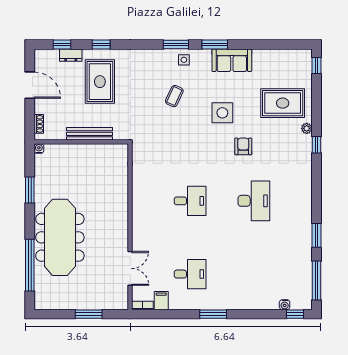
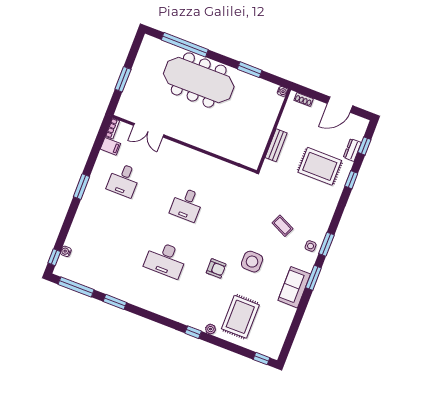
bench: (89, 134) -> (276, 145), width x0.73

